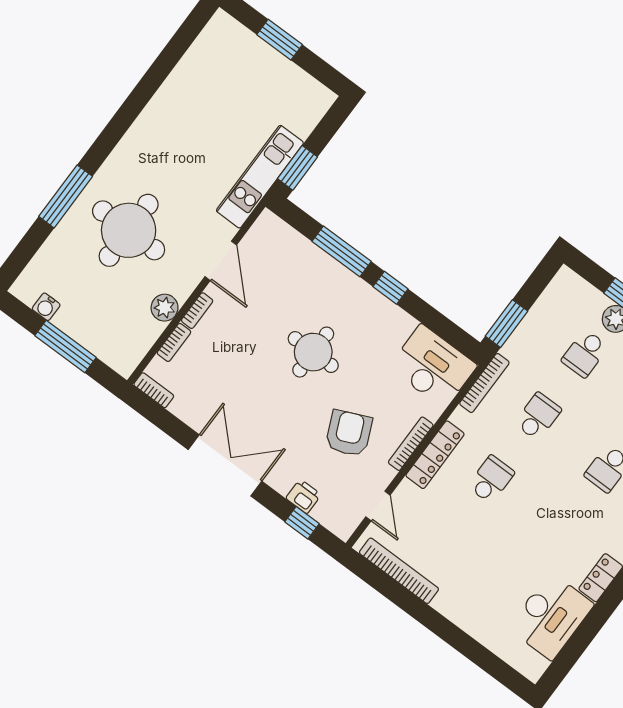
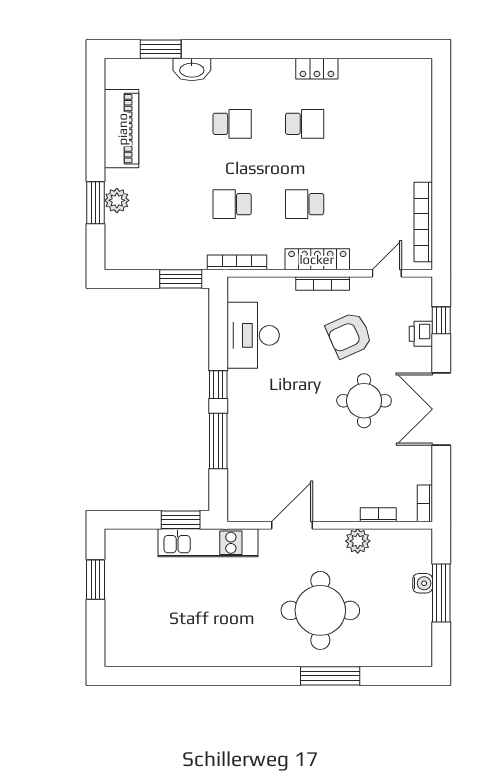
window: (280, 40) -> (96, 580), moved
water cooler: (46, 307) -> (423, 583), moved
bookcase: (197, 311) -> (342, 515), removed
round table: (313, 352) -> (364, 401), moved
school desk: (585, 354) -> (305, 124), moved
desk: (433, 366) -> (253, 335), moved
desk: (551, 616) -> (373, 84), removed

